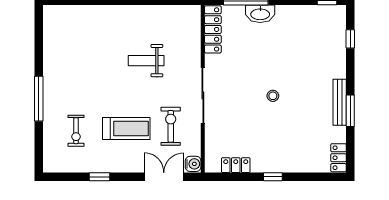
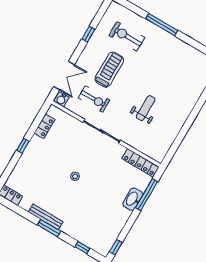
window: (350, 111) -> (49, 228), moved
treadmill: (126, 129) -> (109, 70), turned 180
exercise bike: (76, 131) -> (127, 36), width x1.38, depth x1.39

